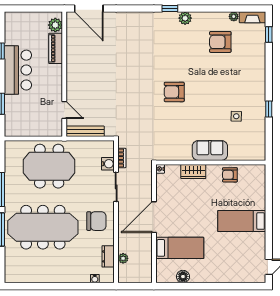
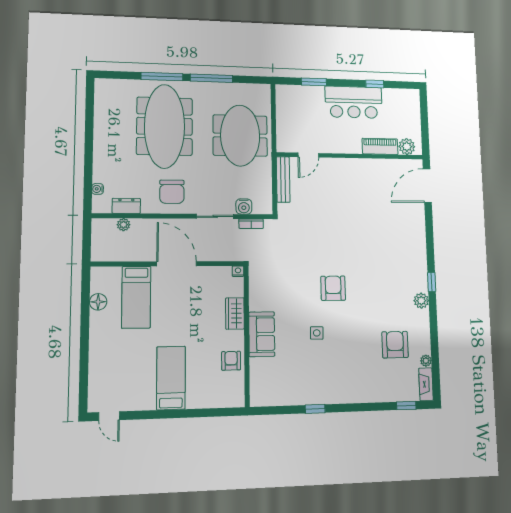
side table: (236, 116) -> (317, 333), moved

